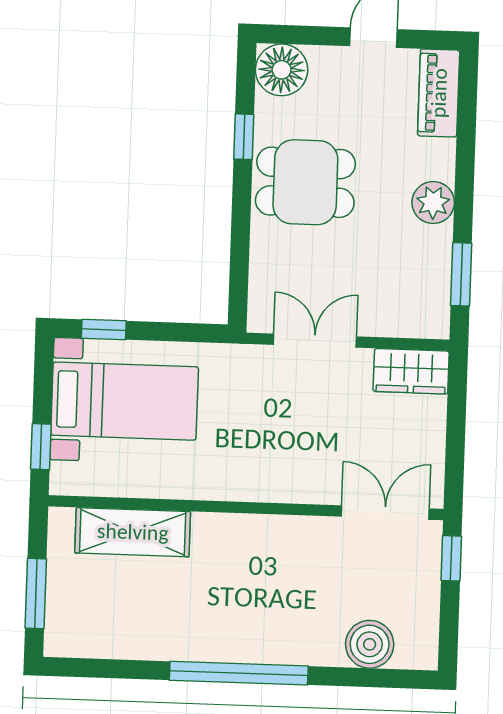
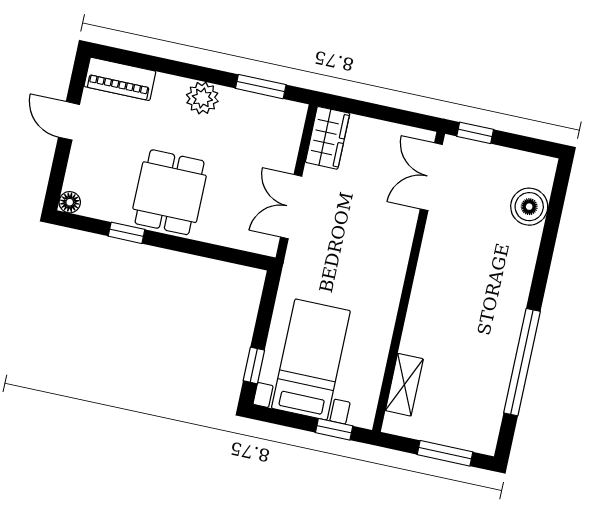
floor lamp: (282, 70) -> (70, 202), width x0.53, depth x0.53
shelving: (133, 532) -> (404, 385), width x0.67, depth x0.75
window: (239, 673) -> (522, 362), moved

